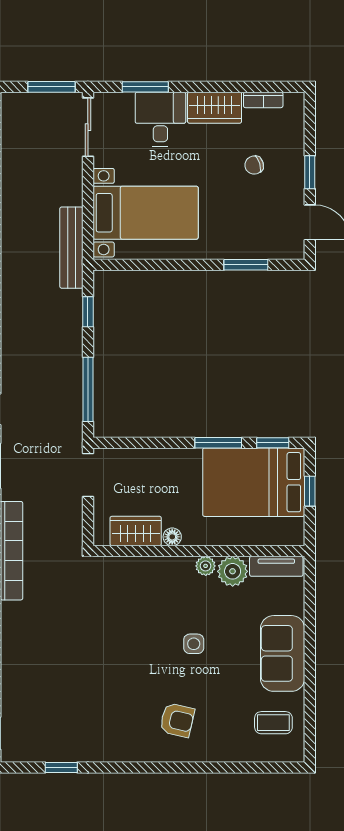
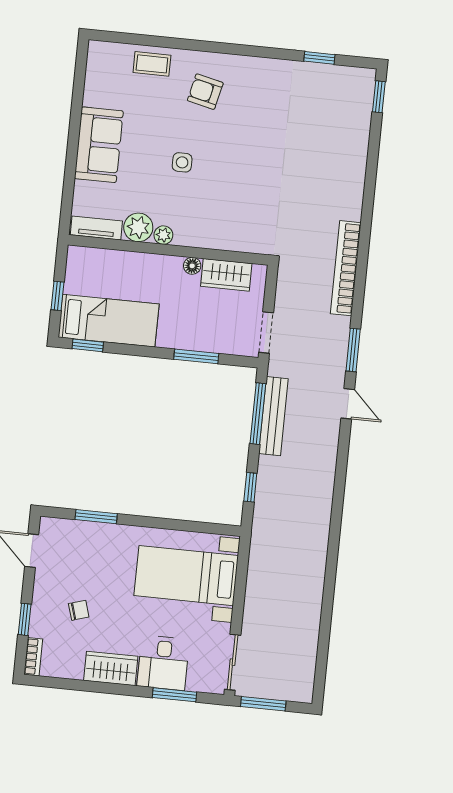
bookcase: (263, 100) -> (33, 657), moved, turned 90
window: (310, 172) -> (25, 619), moved
bench: (71, 248) -> (273, 416), moved
window: (218, 443) -> (196, 356), moved
bed: (254, 482) -> (109, 321), width x0.67
coffee table: (273, 723) -> (152, 64), moved

